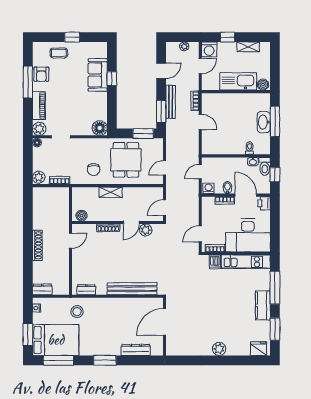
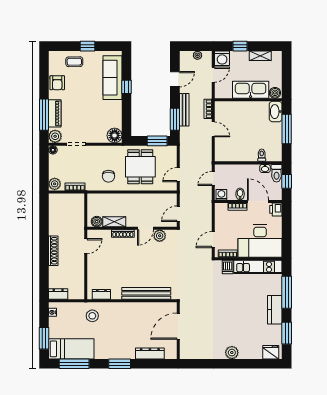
sofa: (98, 75) -> (112, 78), width x1.36
window: (28, 82) -> (44, 115), moved
washbasin: (264, 122) -> (276, 112), moved
shelving: (111, 192) -> (114, 222), moved
bed: (56, 340) -> (71, 349), width x0.67

